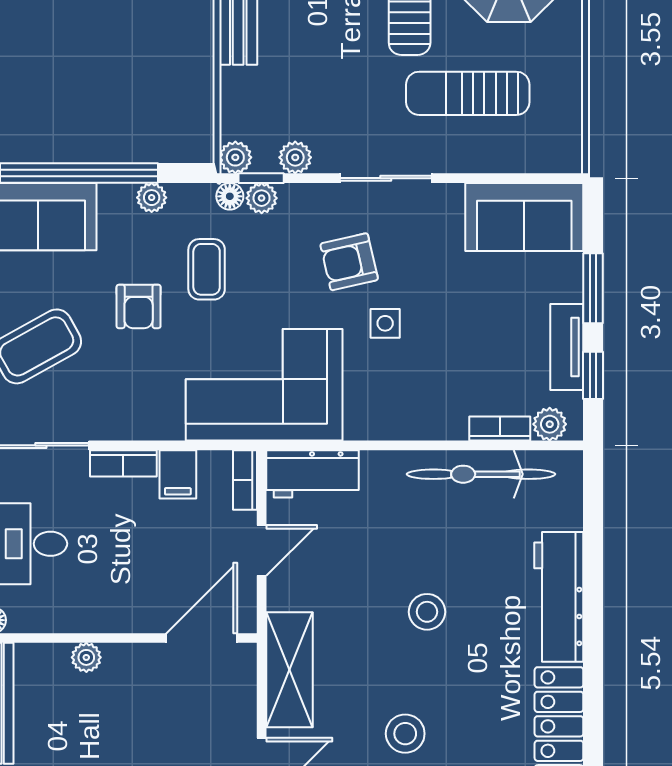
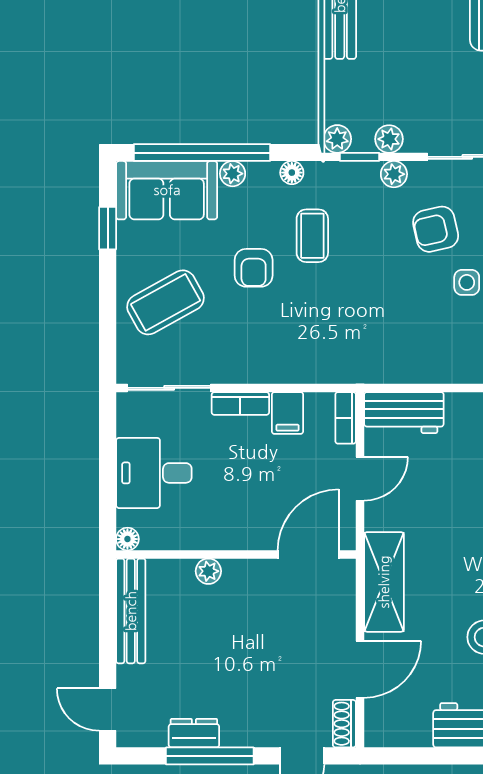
floor lamp: (230, 196) -> (292, 173), moved
plant: (152, 198) -> (233, 174), moved
plant: (262, 198) -> (394, 174), moved
corner sofa: (264, 385) -> (362, 336), removed

